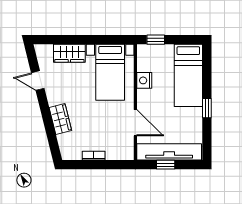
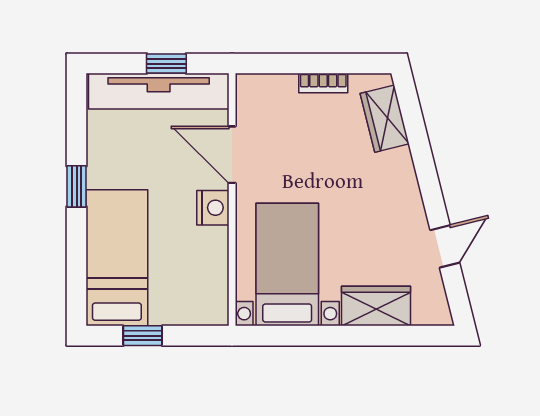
window: (156, 40) -> (143, 336), moved
nightstand: (144, 80) -> (213, 208), moved
door: (38, 81) -> (445, 246), hinge flipped
wardrobe: (60, 119) -> (385, 119), moved

